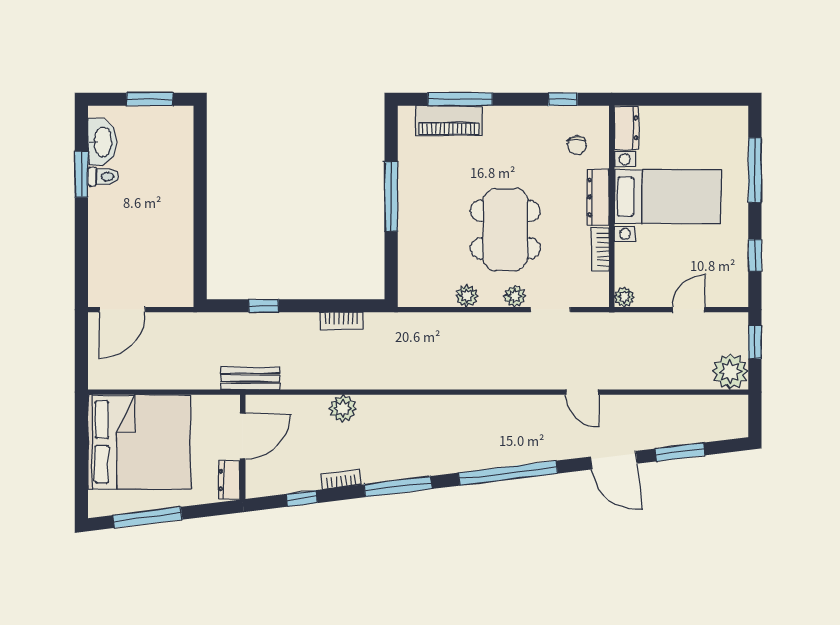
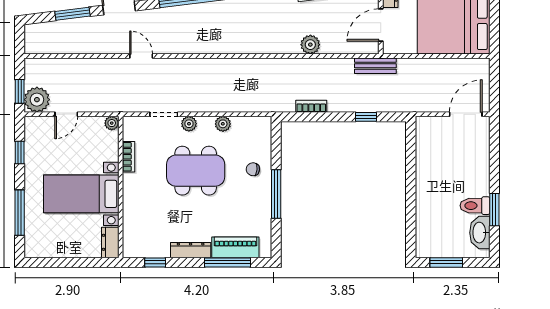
chair: (577, 145) -> (253, 169), moved, turned -84
toilet: (103, 176) -> (475, 206), width x1.37, depth x1.39
dresser: (598, 197) -> (191, 250), moved, turned -90
dining table: (505, 230) -> (196, 171), turned 90
plant: (730, 371) -> (37, 100), moved

